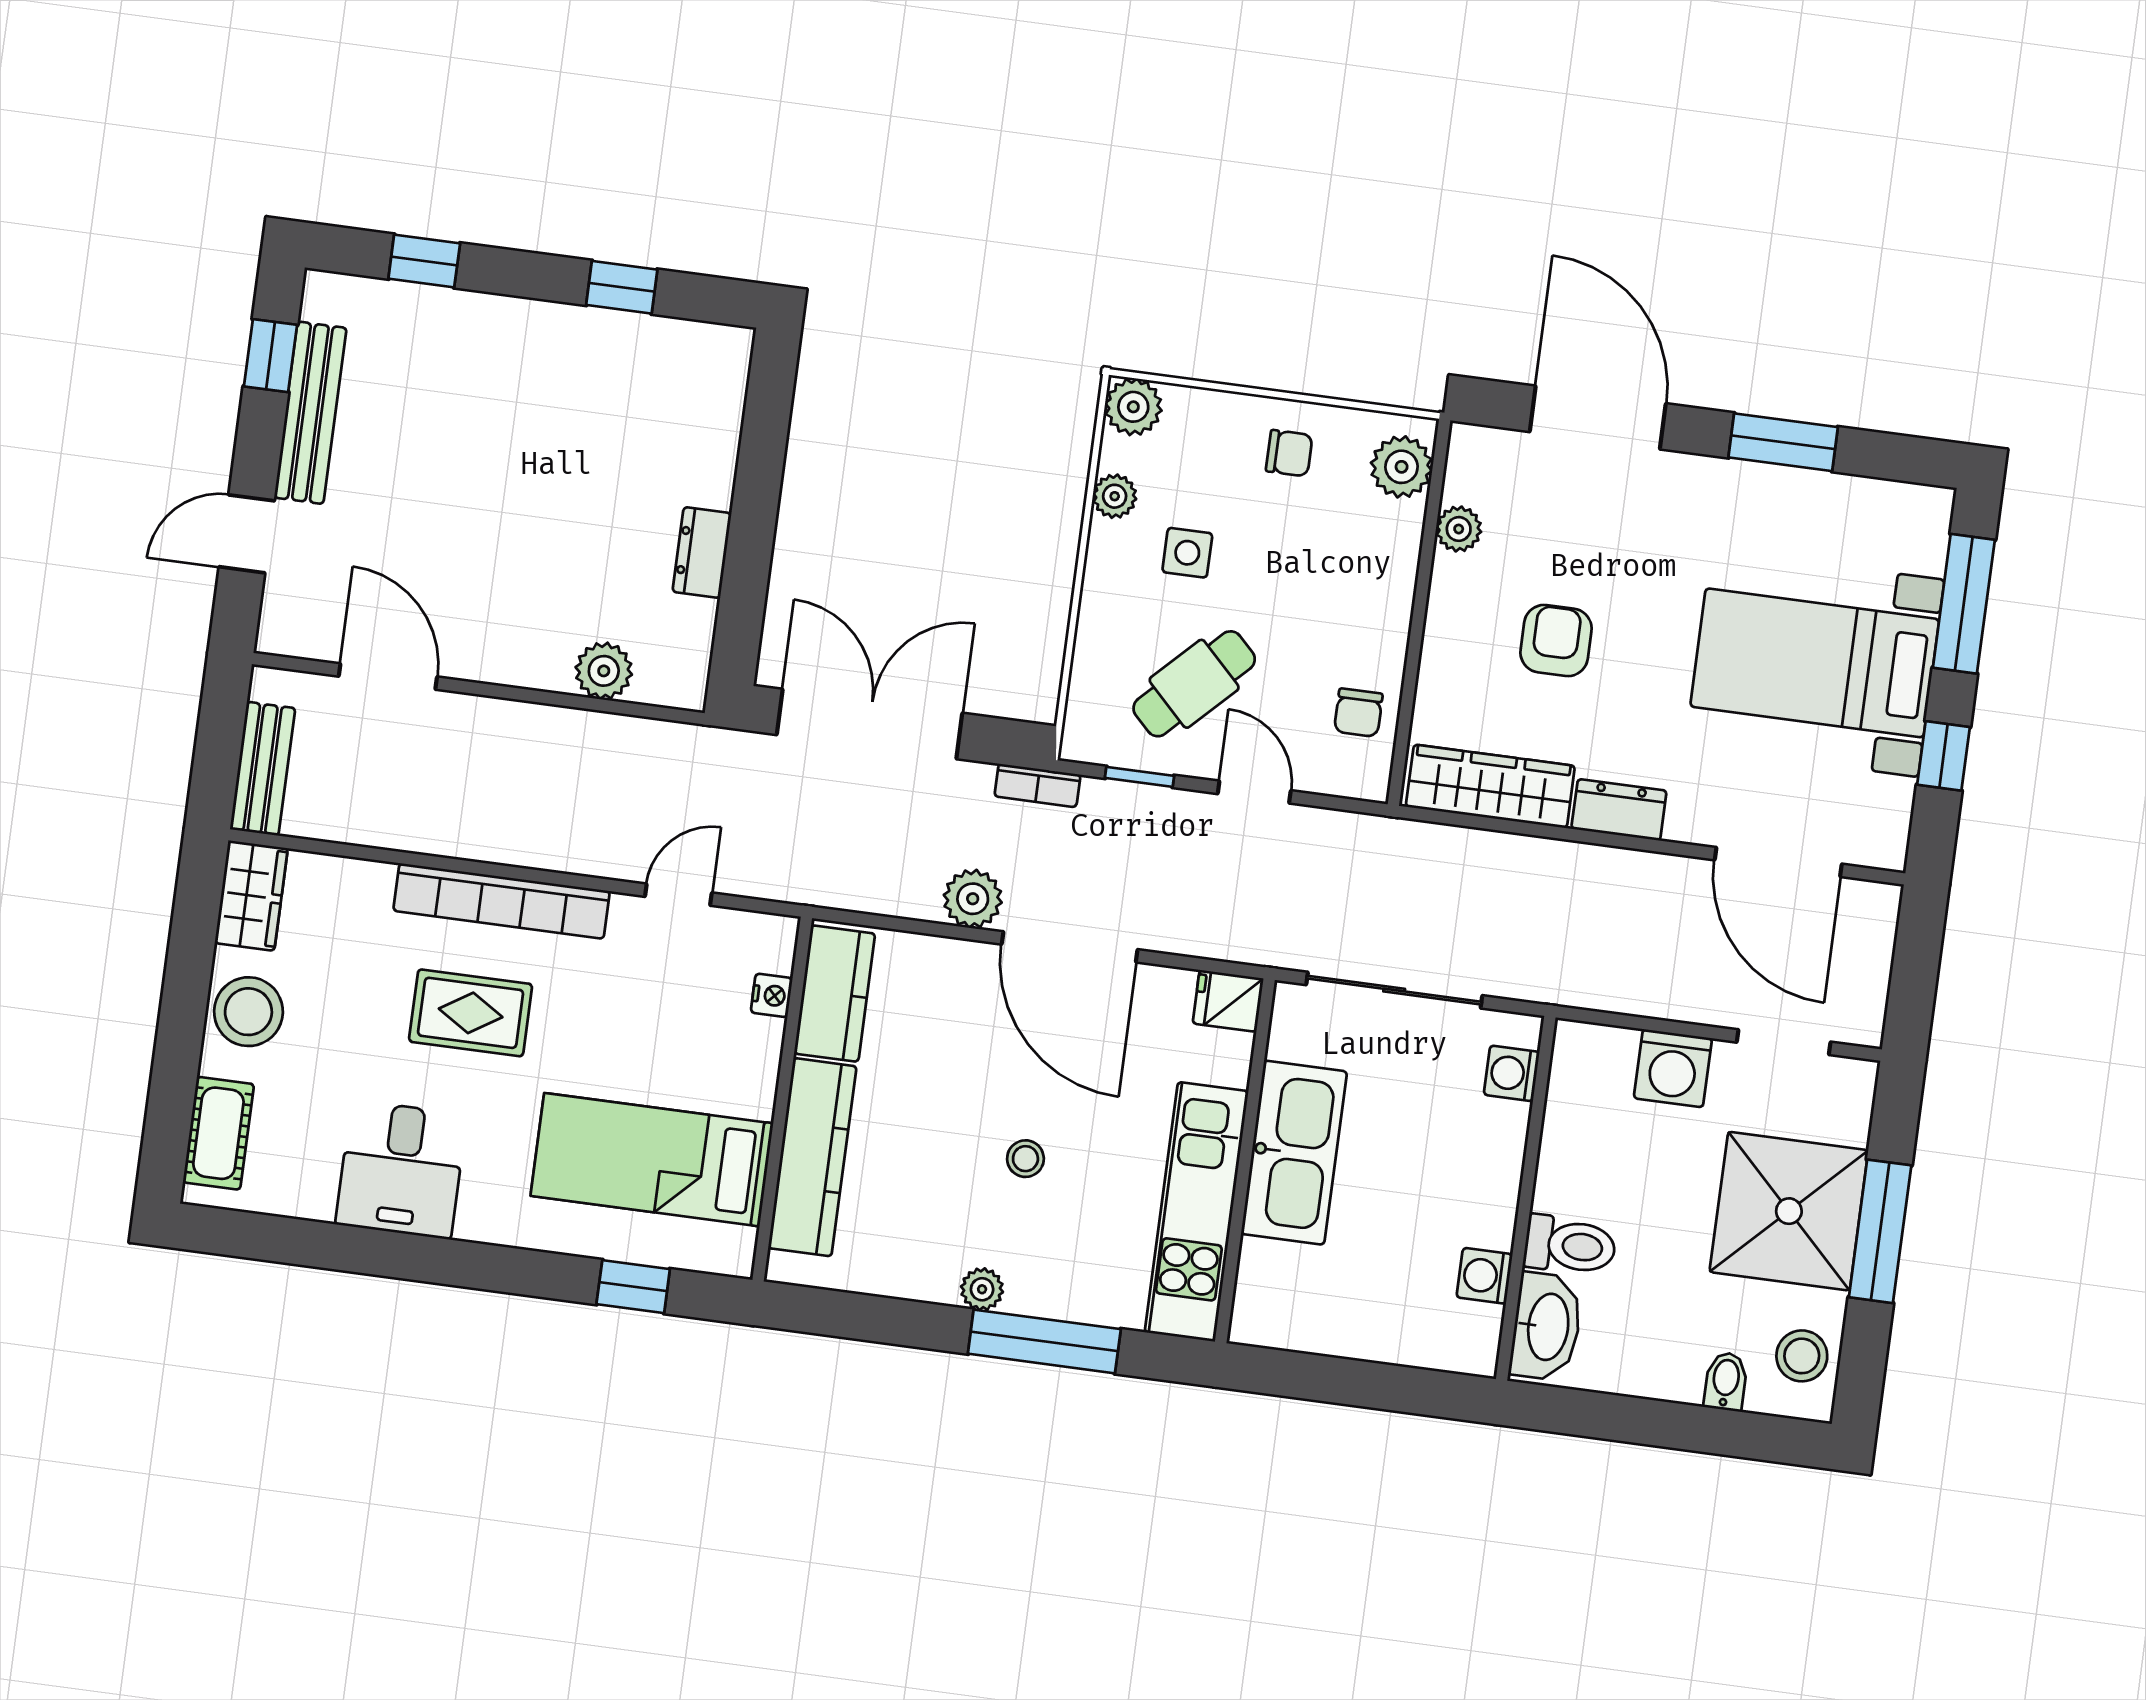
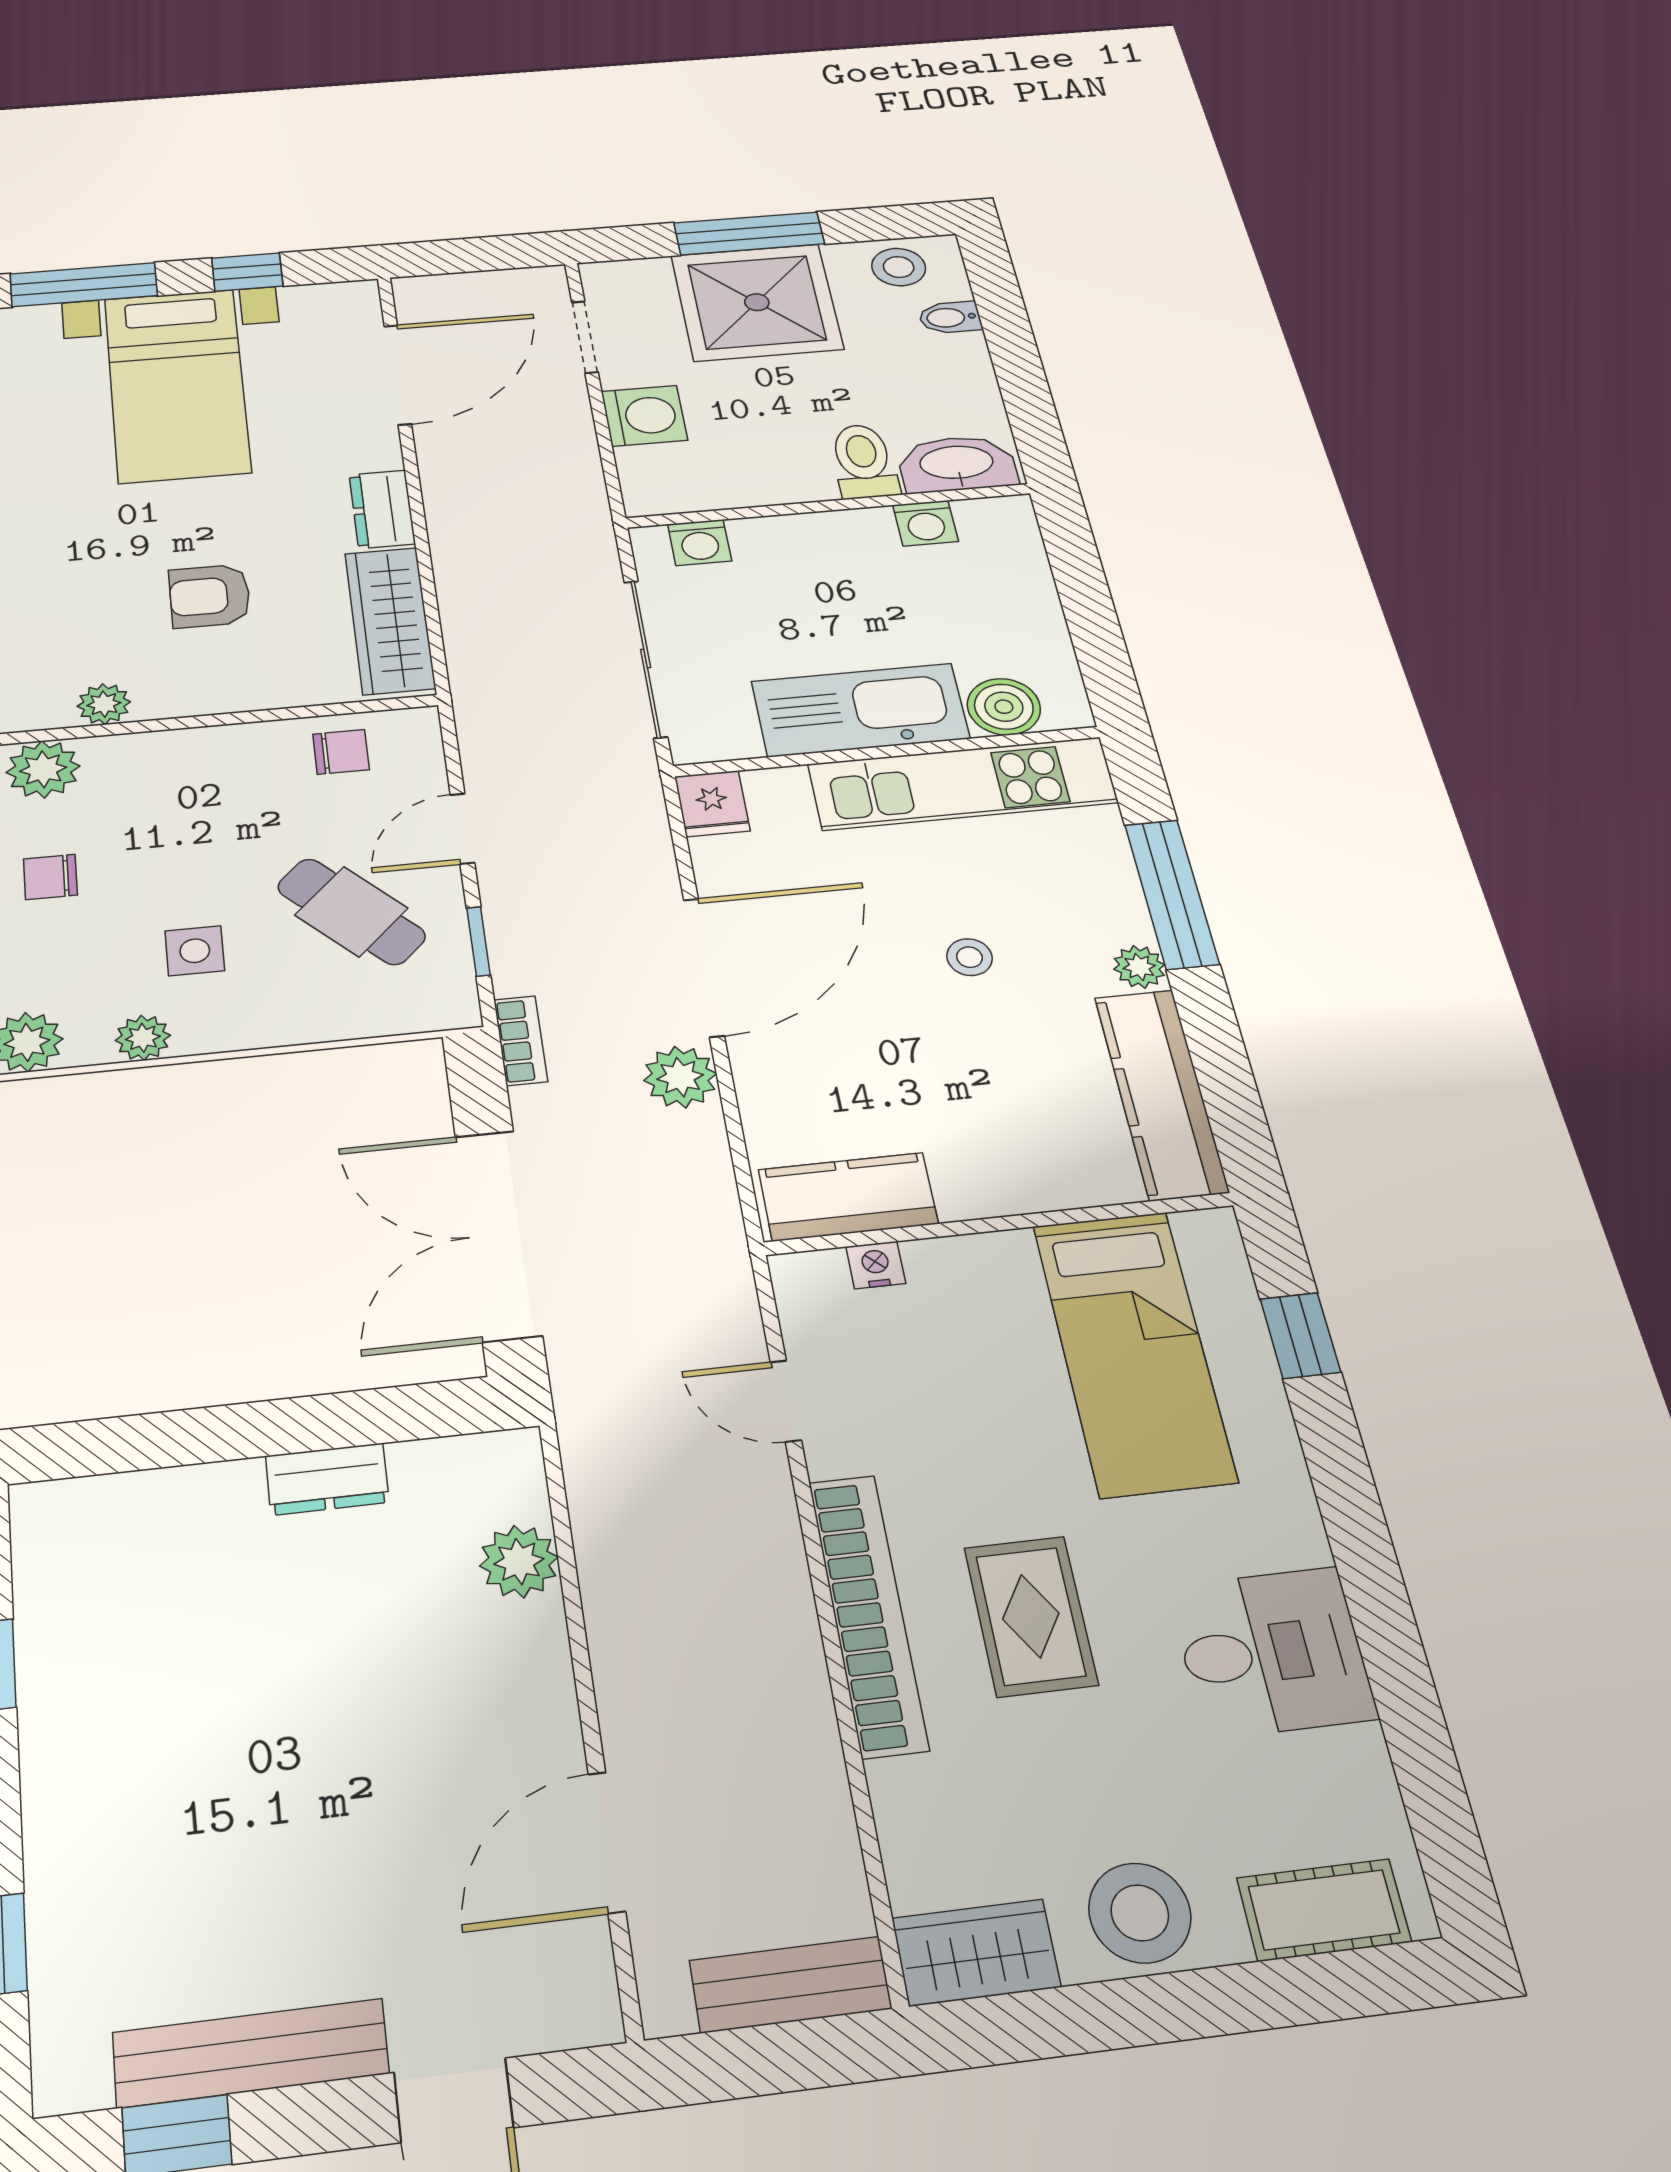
chair: (1289, 453) -> (50, 877), turned -90
kitchen counter: (812, 1157) -> (1161, 1094), moved, turned -90
boiler: (1267, 1273) -> (1004, 707), added

